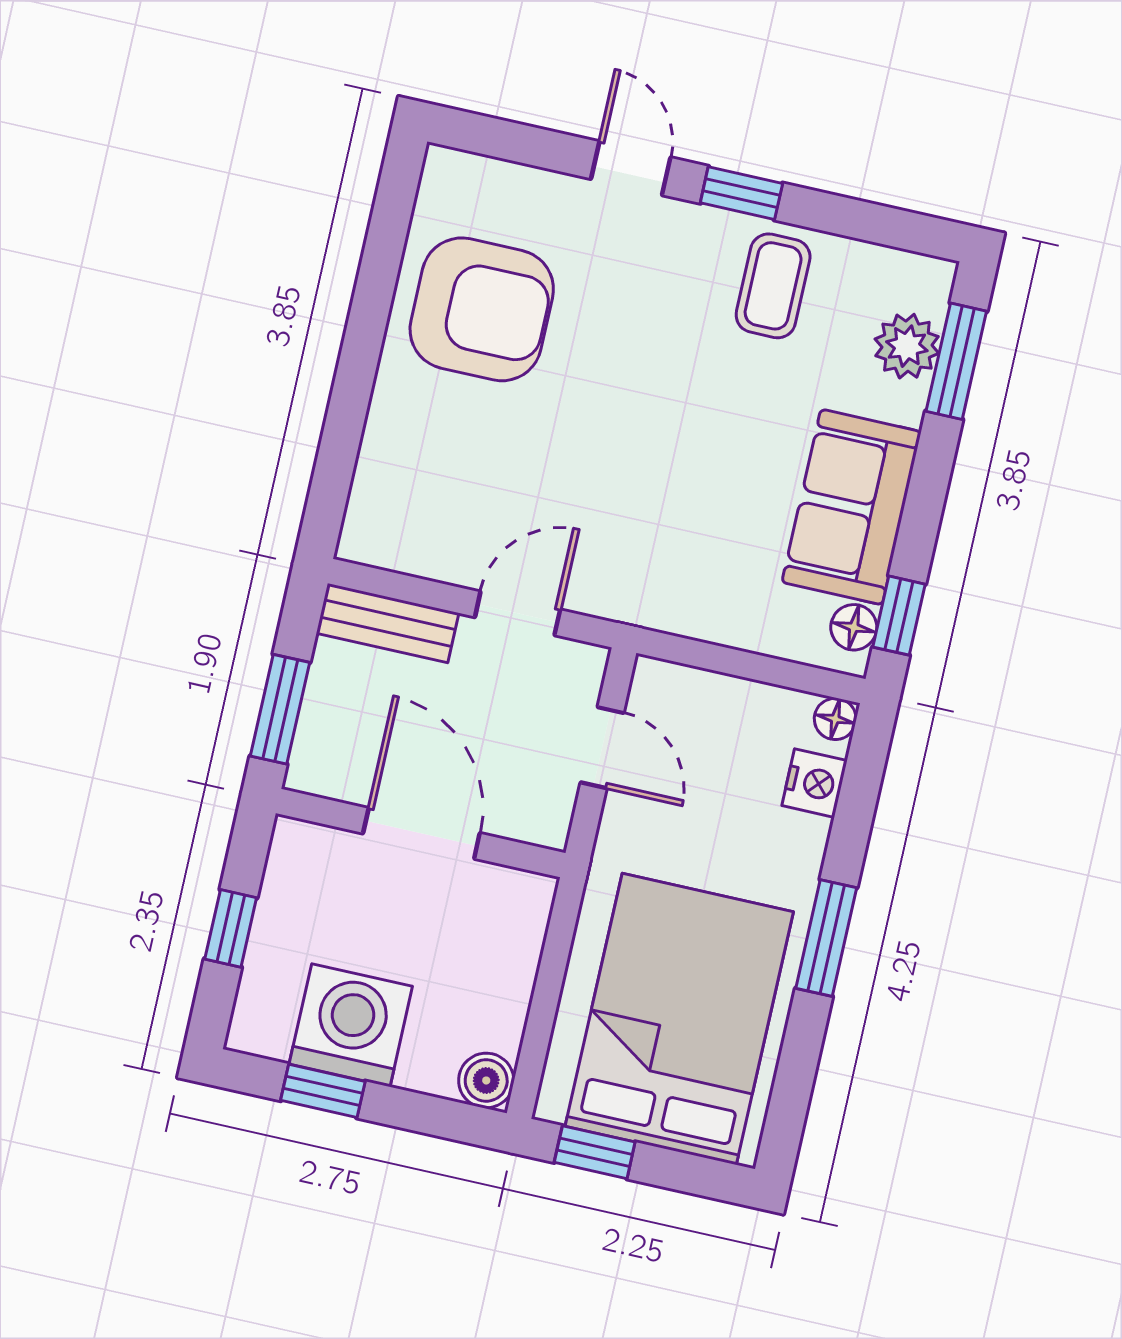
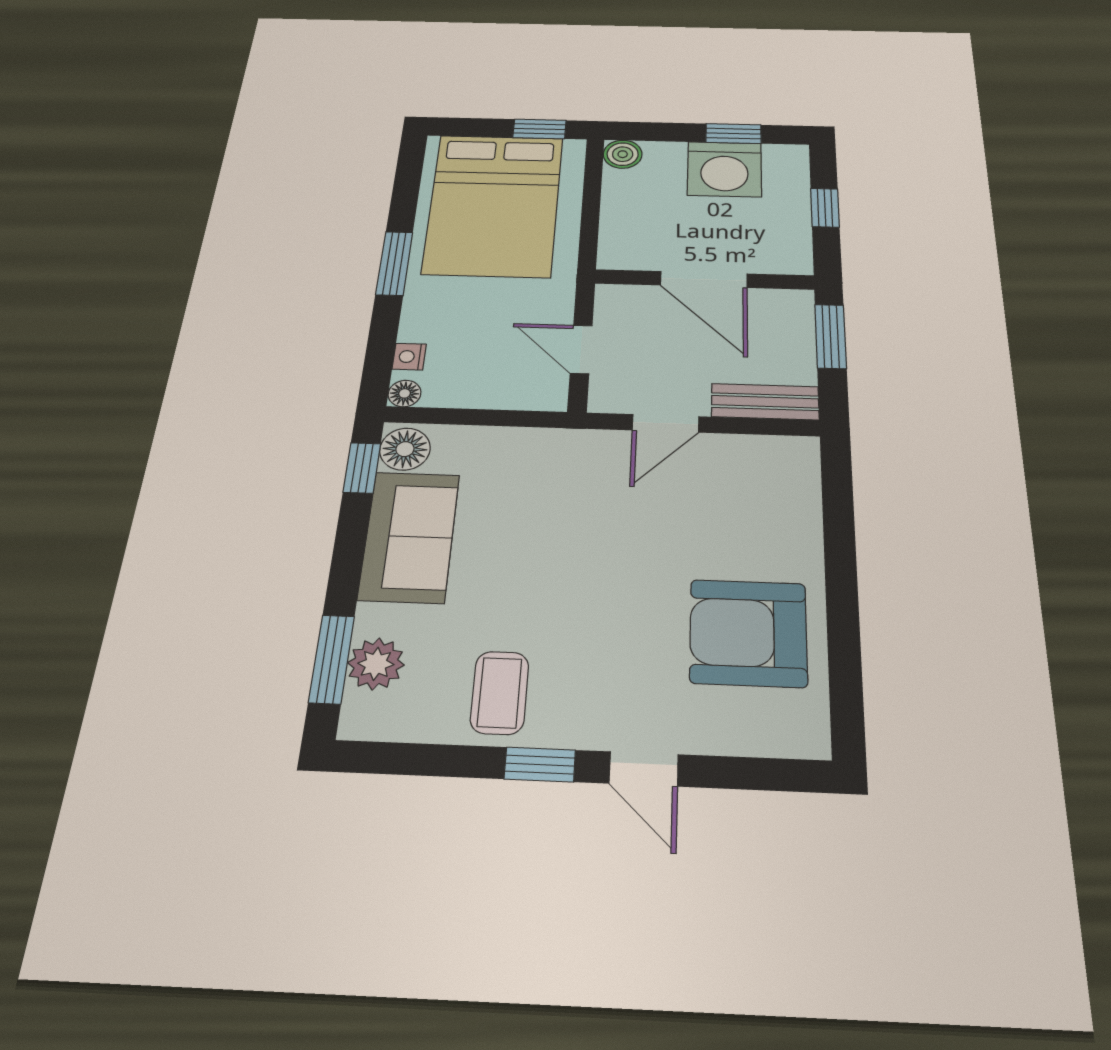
floor lamp: (854, 627) -> (405, 449), width x1.37, depth x1.37
nightstand: (814, 783) -> (409, 357), width x0.72, depth x0.74

